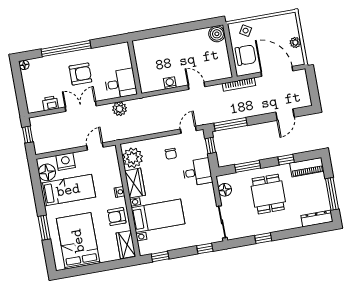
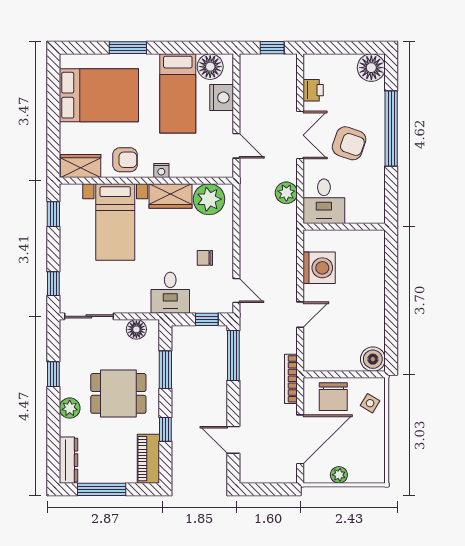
floor lamp: (24, 65) -> (371, 68), width x1.89, depth x1.89
armchair: (80, 74) -> (349, 143), turned -71
washing machine: (170, 83) -> (319, 268), width x1.89, depth x1.89
armchair: (117, 217) -> (125, 160), turned 90
plant: (283, 224) -> (70, 408), added

